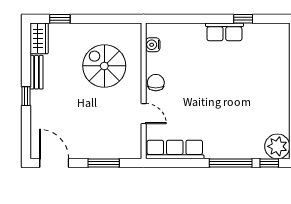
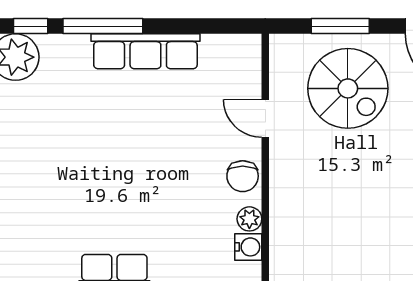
plant: (152, 60) -> (249, 219), added
spiral stairs: (104, 66) -> (348, 88), moved
row of seats: (175, 149) -> (145, 51), moved

